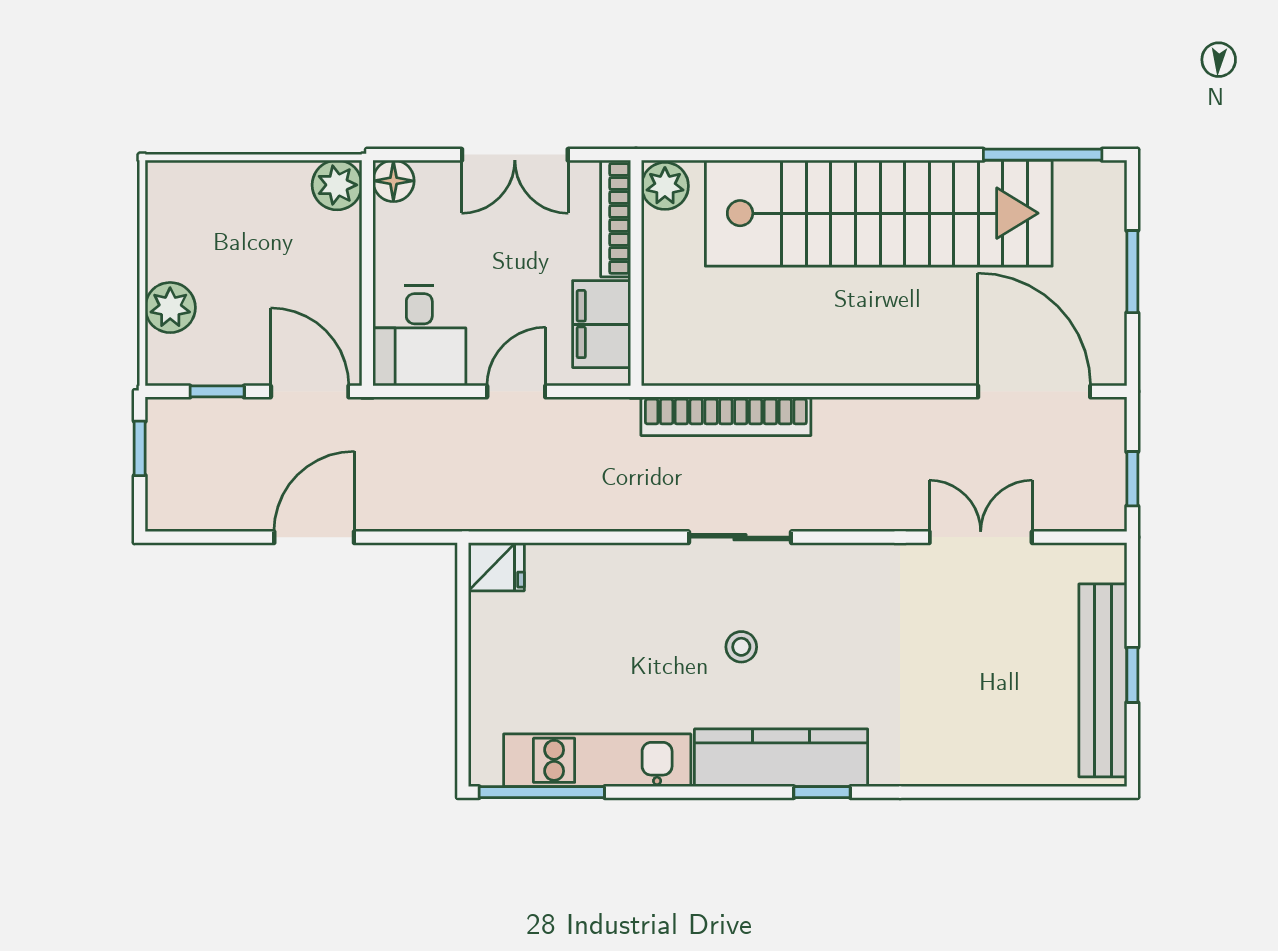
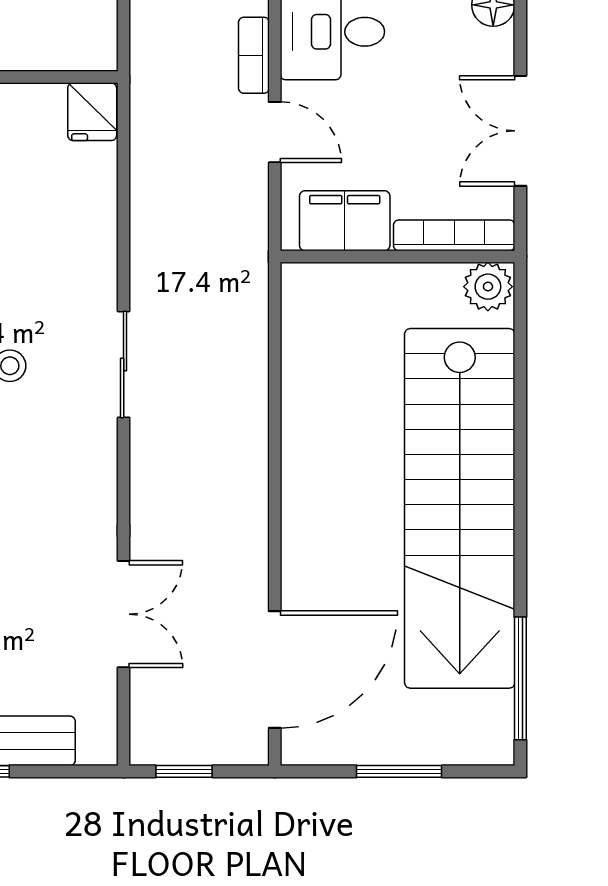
bookcase: (726, 416) -> (254, 55), moved, width x0.43, depth x0.76

